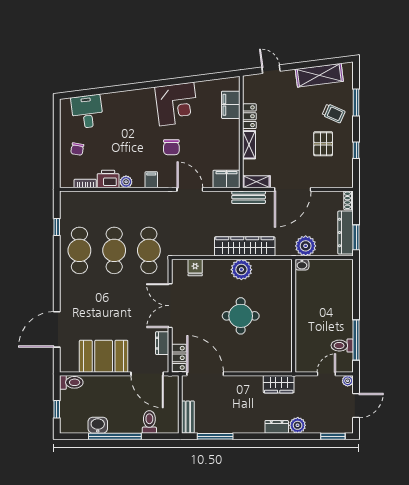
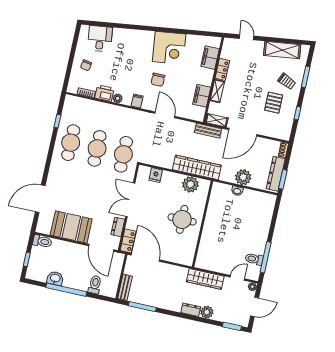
filing cabinet: (226, 179) -> (202, 96), moved, turned -90
wall: (294, 316) -> (202, 224), moved
wardrobe: (279, 384) -> (205, 279), width x1.50

